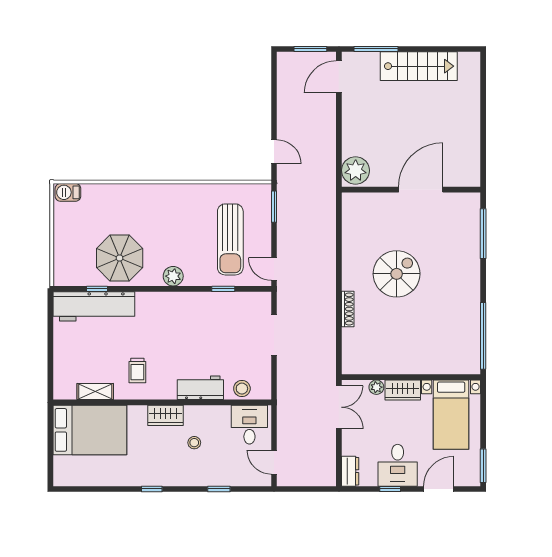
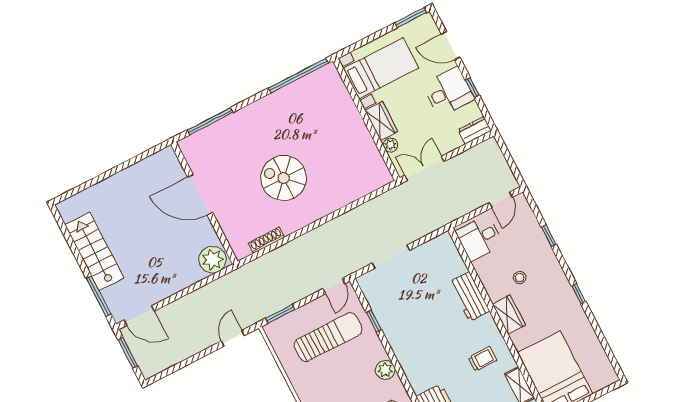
shoe rack: (348, 309) -> (266, 240), moved
stool: (242, 389) -> (452, 260), removed

